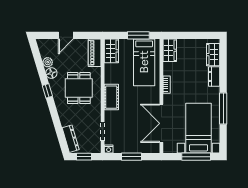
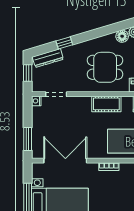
window: (47, 91) -> (64, 43), moved
cot: (111, 97) -> (106, 104), moved
window: (132, 157) -> (28, 139), moved

